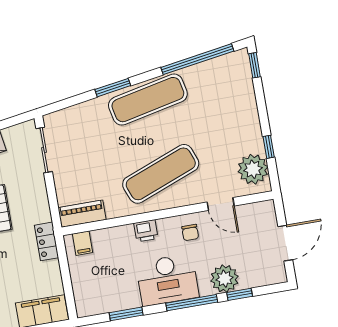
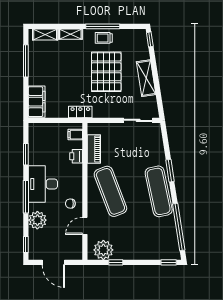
piano: (82, 214) -> (94, 149), moved
printer: (146, 231) -> (76, 156), moved
window: (240, 294) -> (26, 244), moved

